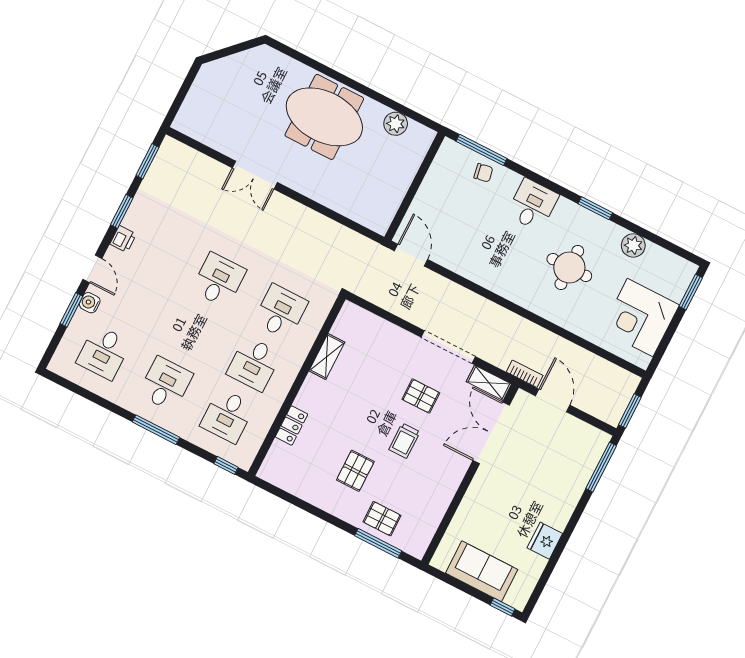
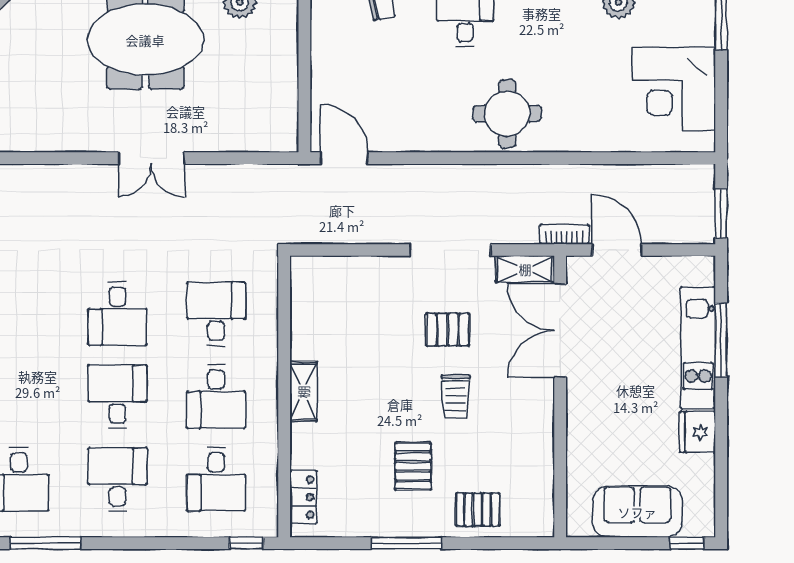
double door: (255, 175) -> (151, 158), moved
round table: (569, 267) -> (507, 114), moved
desk: (219, 280) -> (118, 314), turned 180
desk: (192, 332) -> (118, 397), added
shelving: (327, 357) -> (303, 392), moved
locker: (292, 426) -> (303, 497), moved
window: (156, 430) -> (46, 543), moved
window: (601, 467) -> (721, 340), moved
kitchen unit: (572, 488) -> (698, 348), added
window: (378, 543) -> (407, 543), moved

